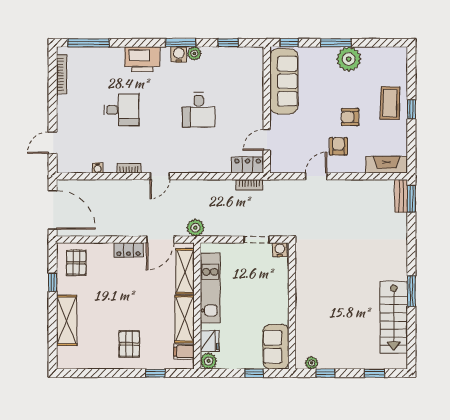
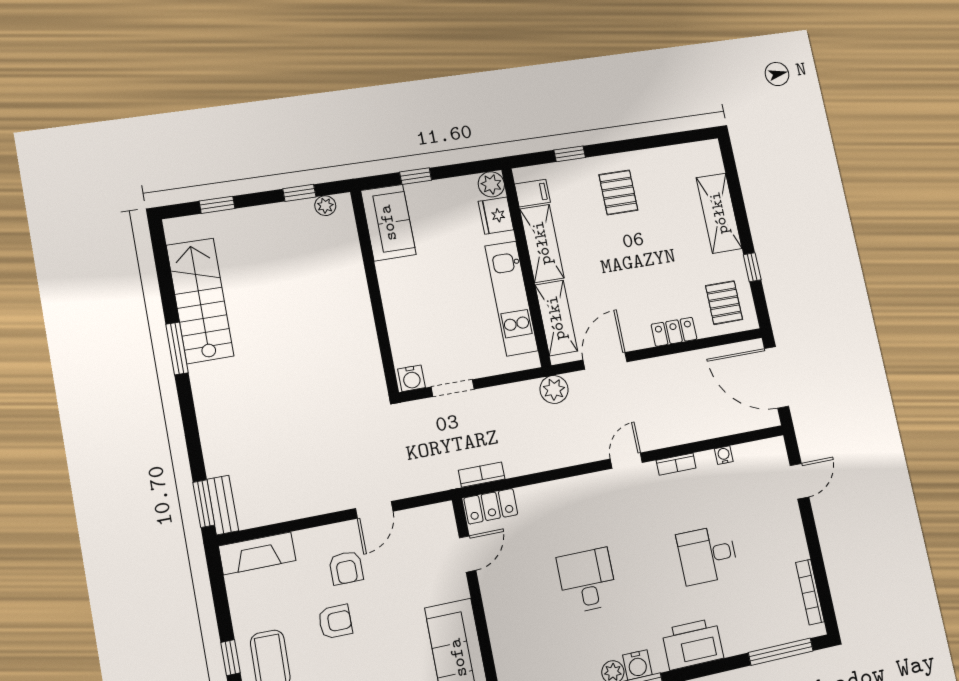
locker: (128, 250) -> (674, 332), moved

